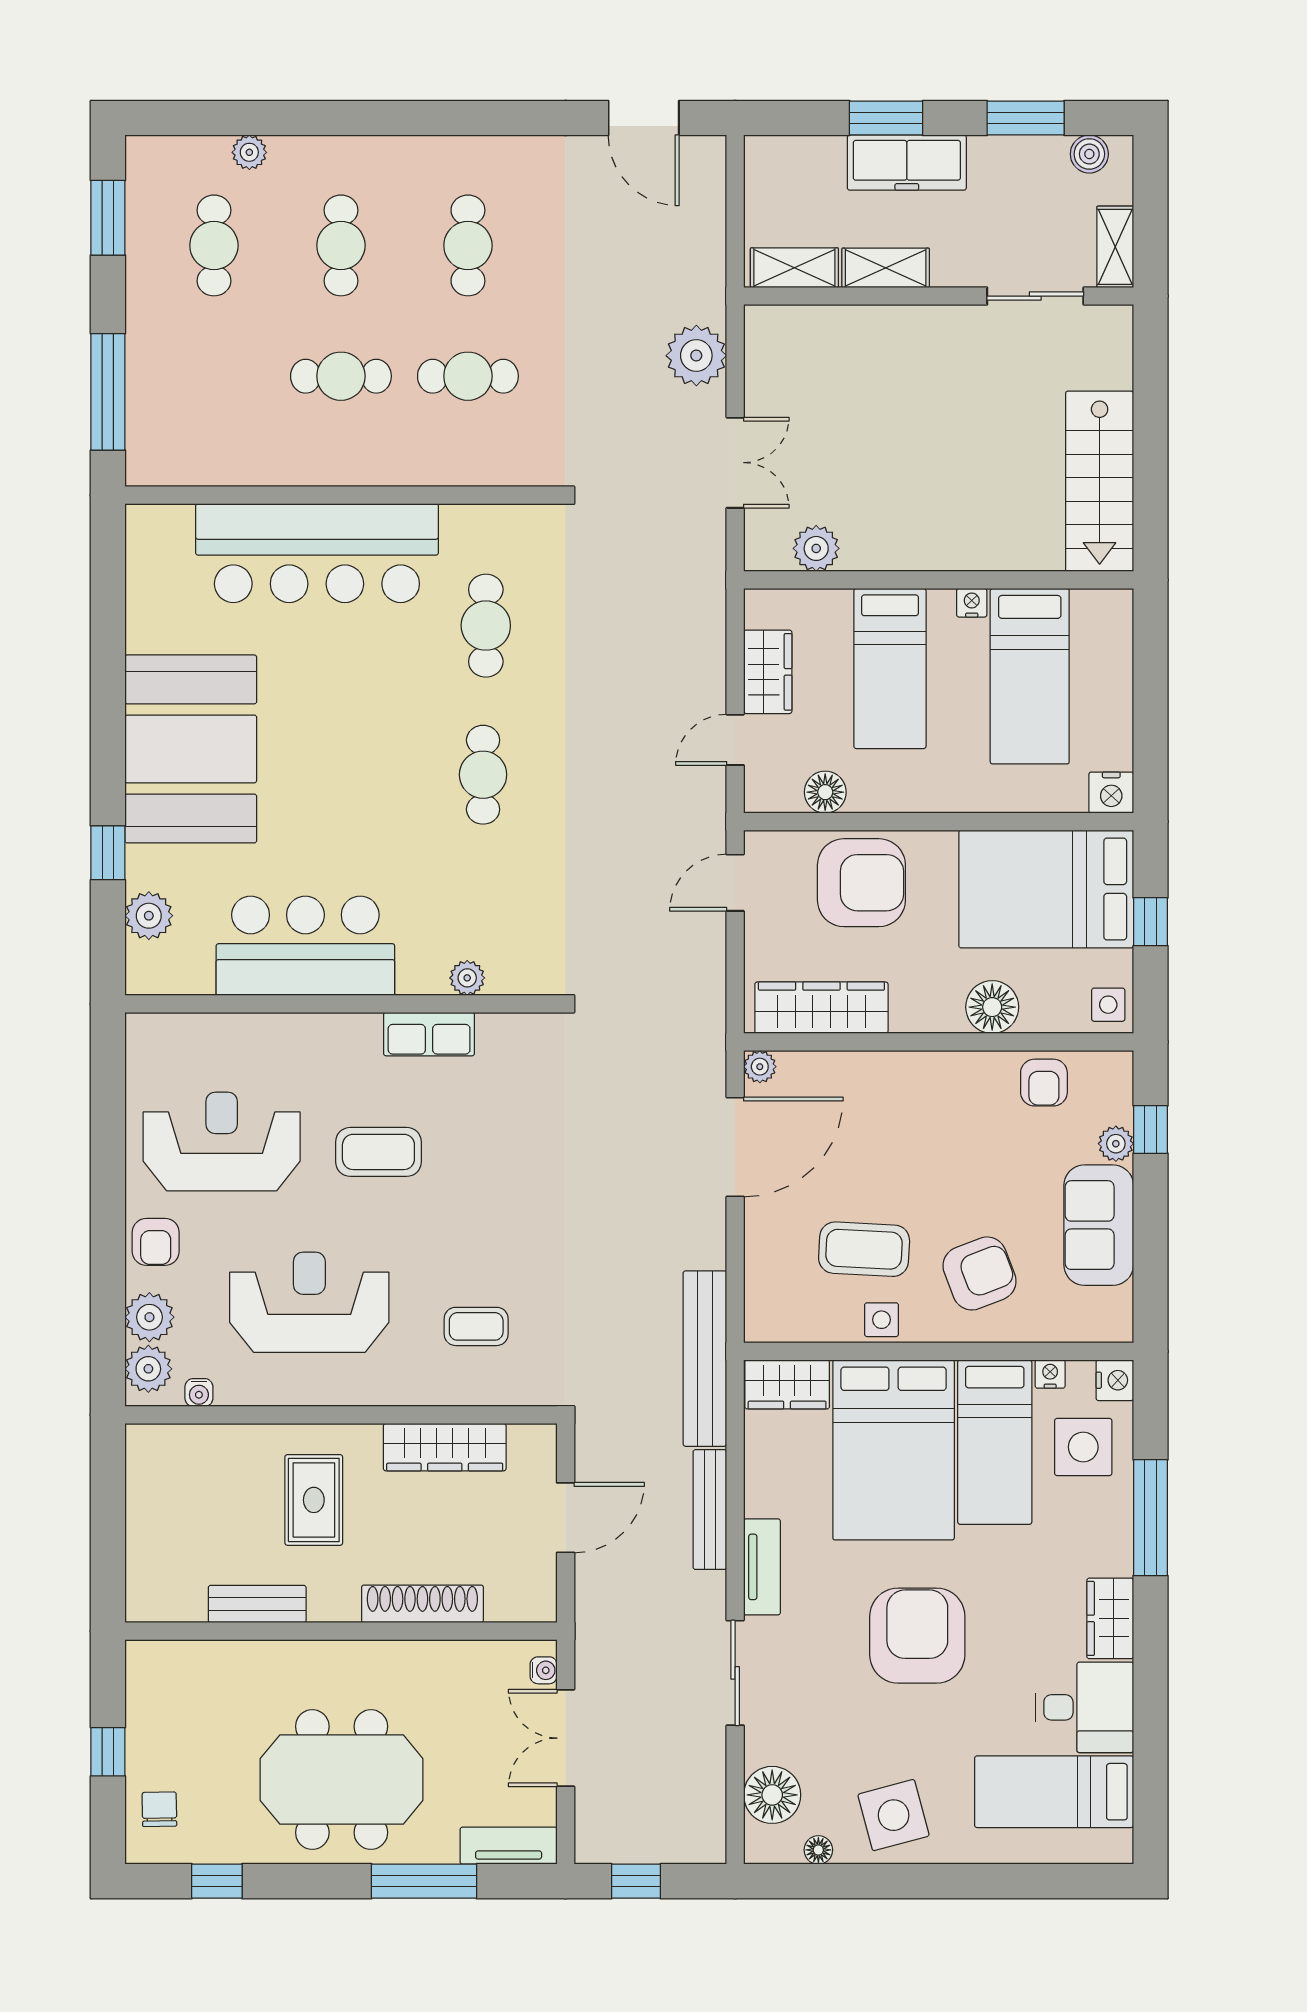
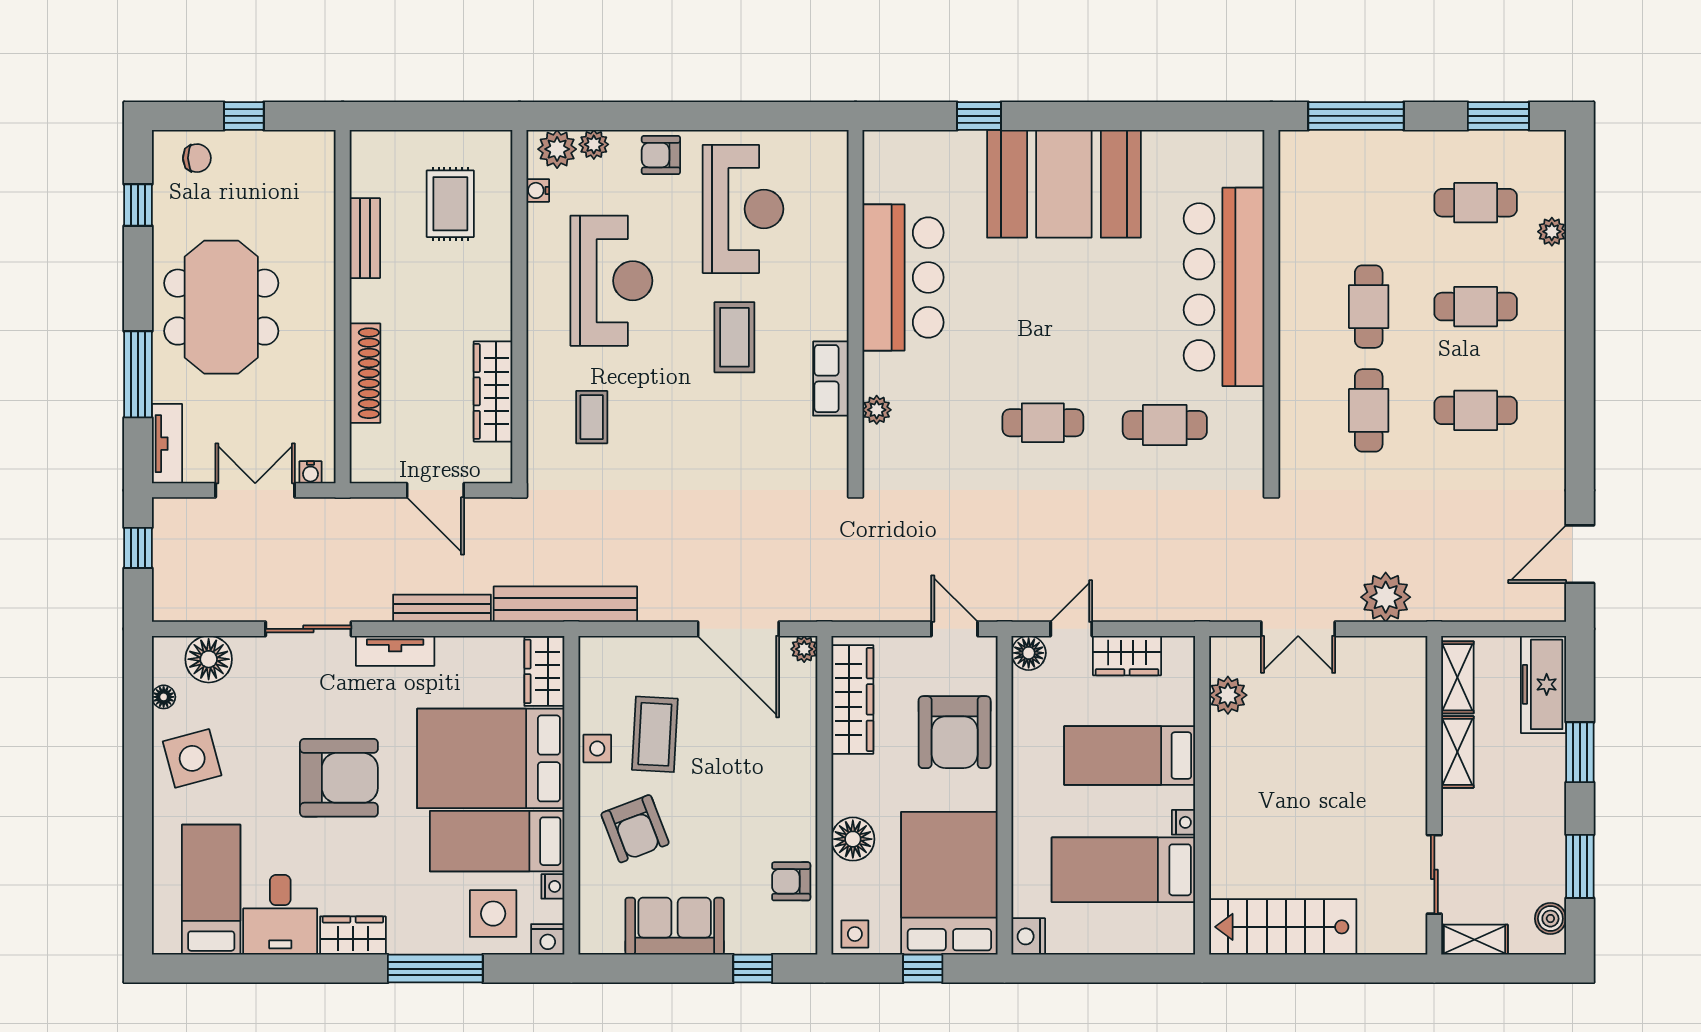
freezer: (907, 163) -> (1543, 684), moved
door: (735, 740) -> (1071, 629), hinge flipped
floor lamp: (825, 792) -> (1029, 653), moved
plant: (149, 916) -> (928, 149), removed
plant: (1116, 1144) -> (741, 940), removed
plant: (149, 1317) -> (594, 144), width x0.73, depth x0.73
rug: (314, 1500) -> (450, 204), moved, turned 90

